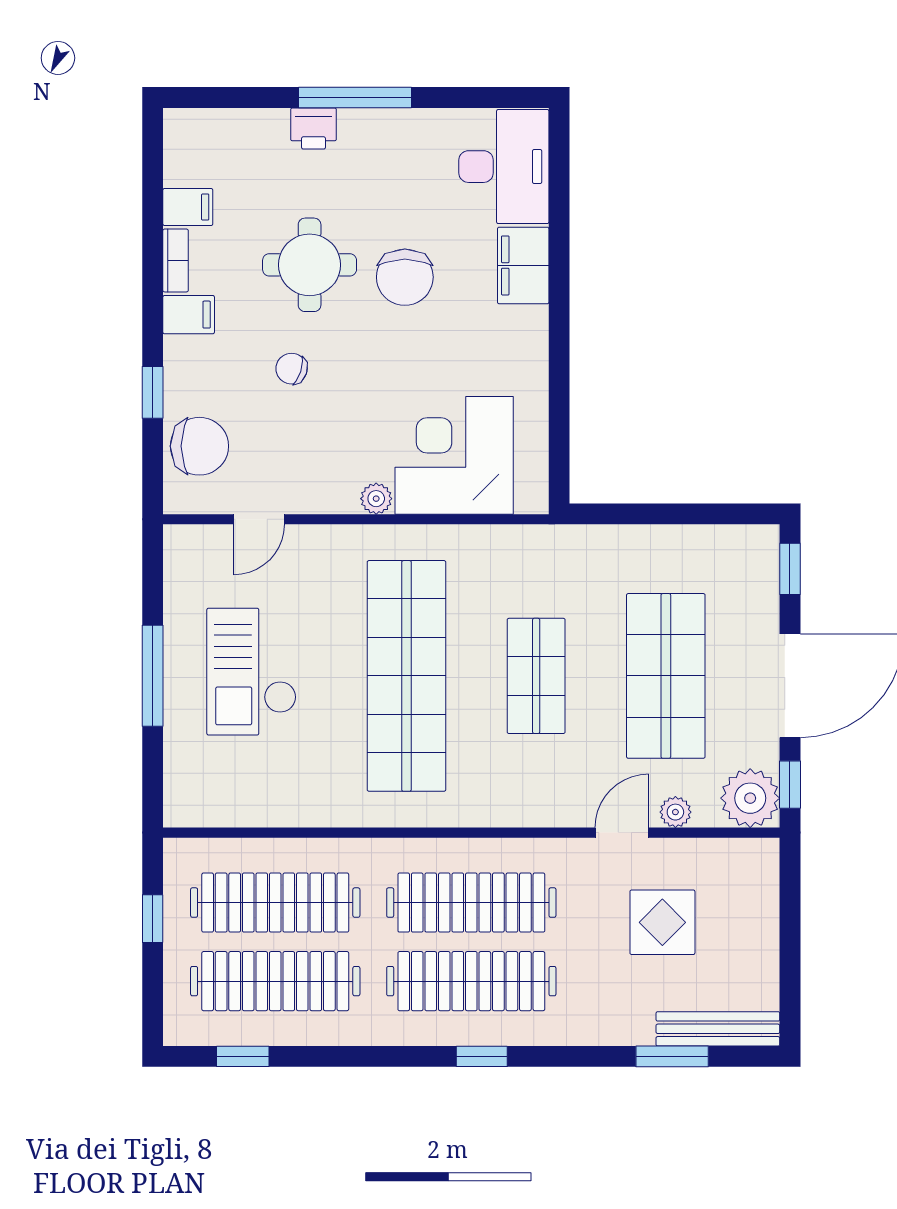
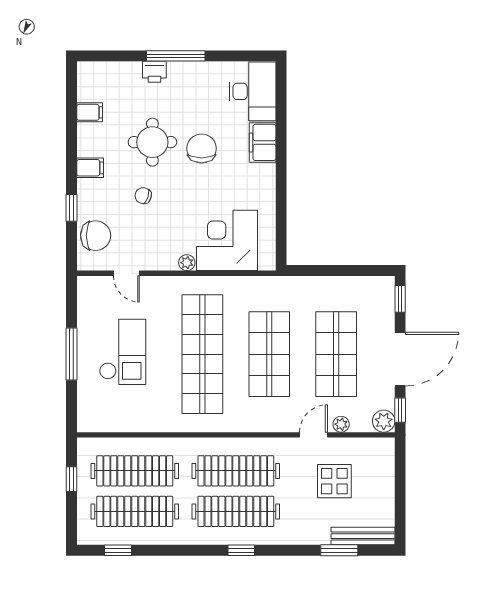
bookcase: (176, 260) -> (83, 140), removed
chair: (405, 277) -> (202, 148), turned 180
door: (259, 519) -> (126, 273), hinge flipped
checkout: (252, 672) -> (123, 352), turned 180
shop shelf: (536, 676) -> (269, 354), width x1.43, depth x1.36
plant: (750, 798) -> (384, 421), width x0.73, depth x0.73

